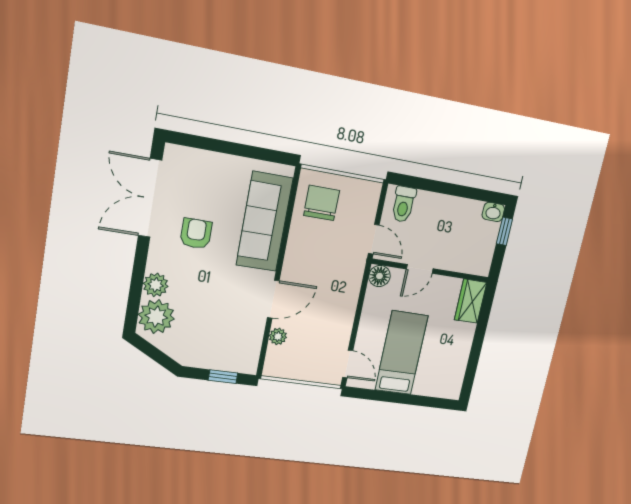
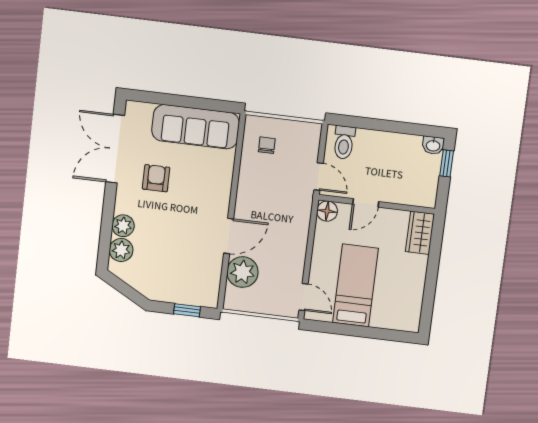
chair: (322, 203) -> (267, 145), width x0.54, depth x0.54
sofa: (264, 222) -> (196, 127), moved, turned -90
plant: (156, 317) -> (121, 250), width x0.73, depth x0.73
plant: (278, 336) -> (242, 272), width x1.88, depth x1.88

